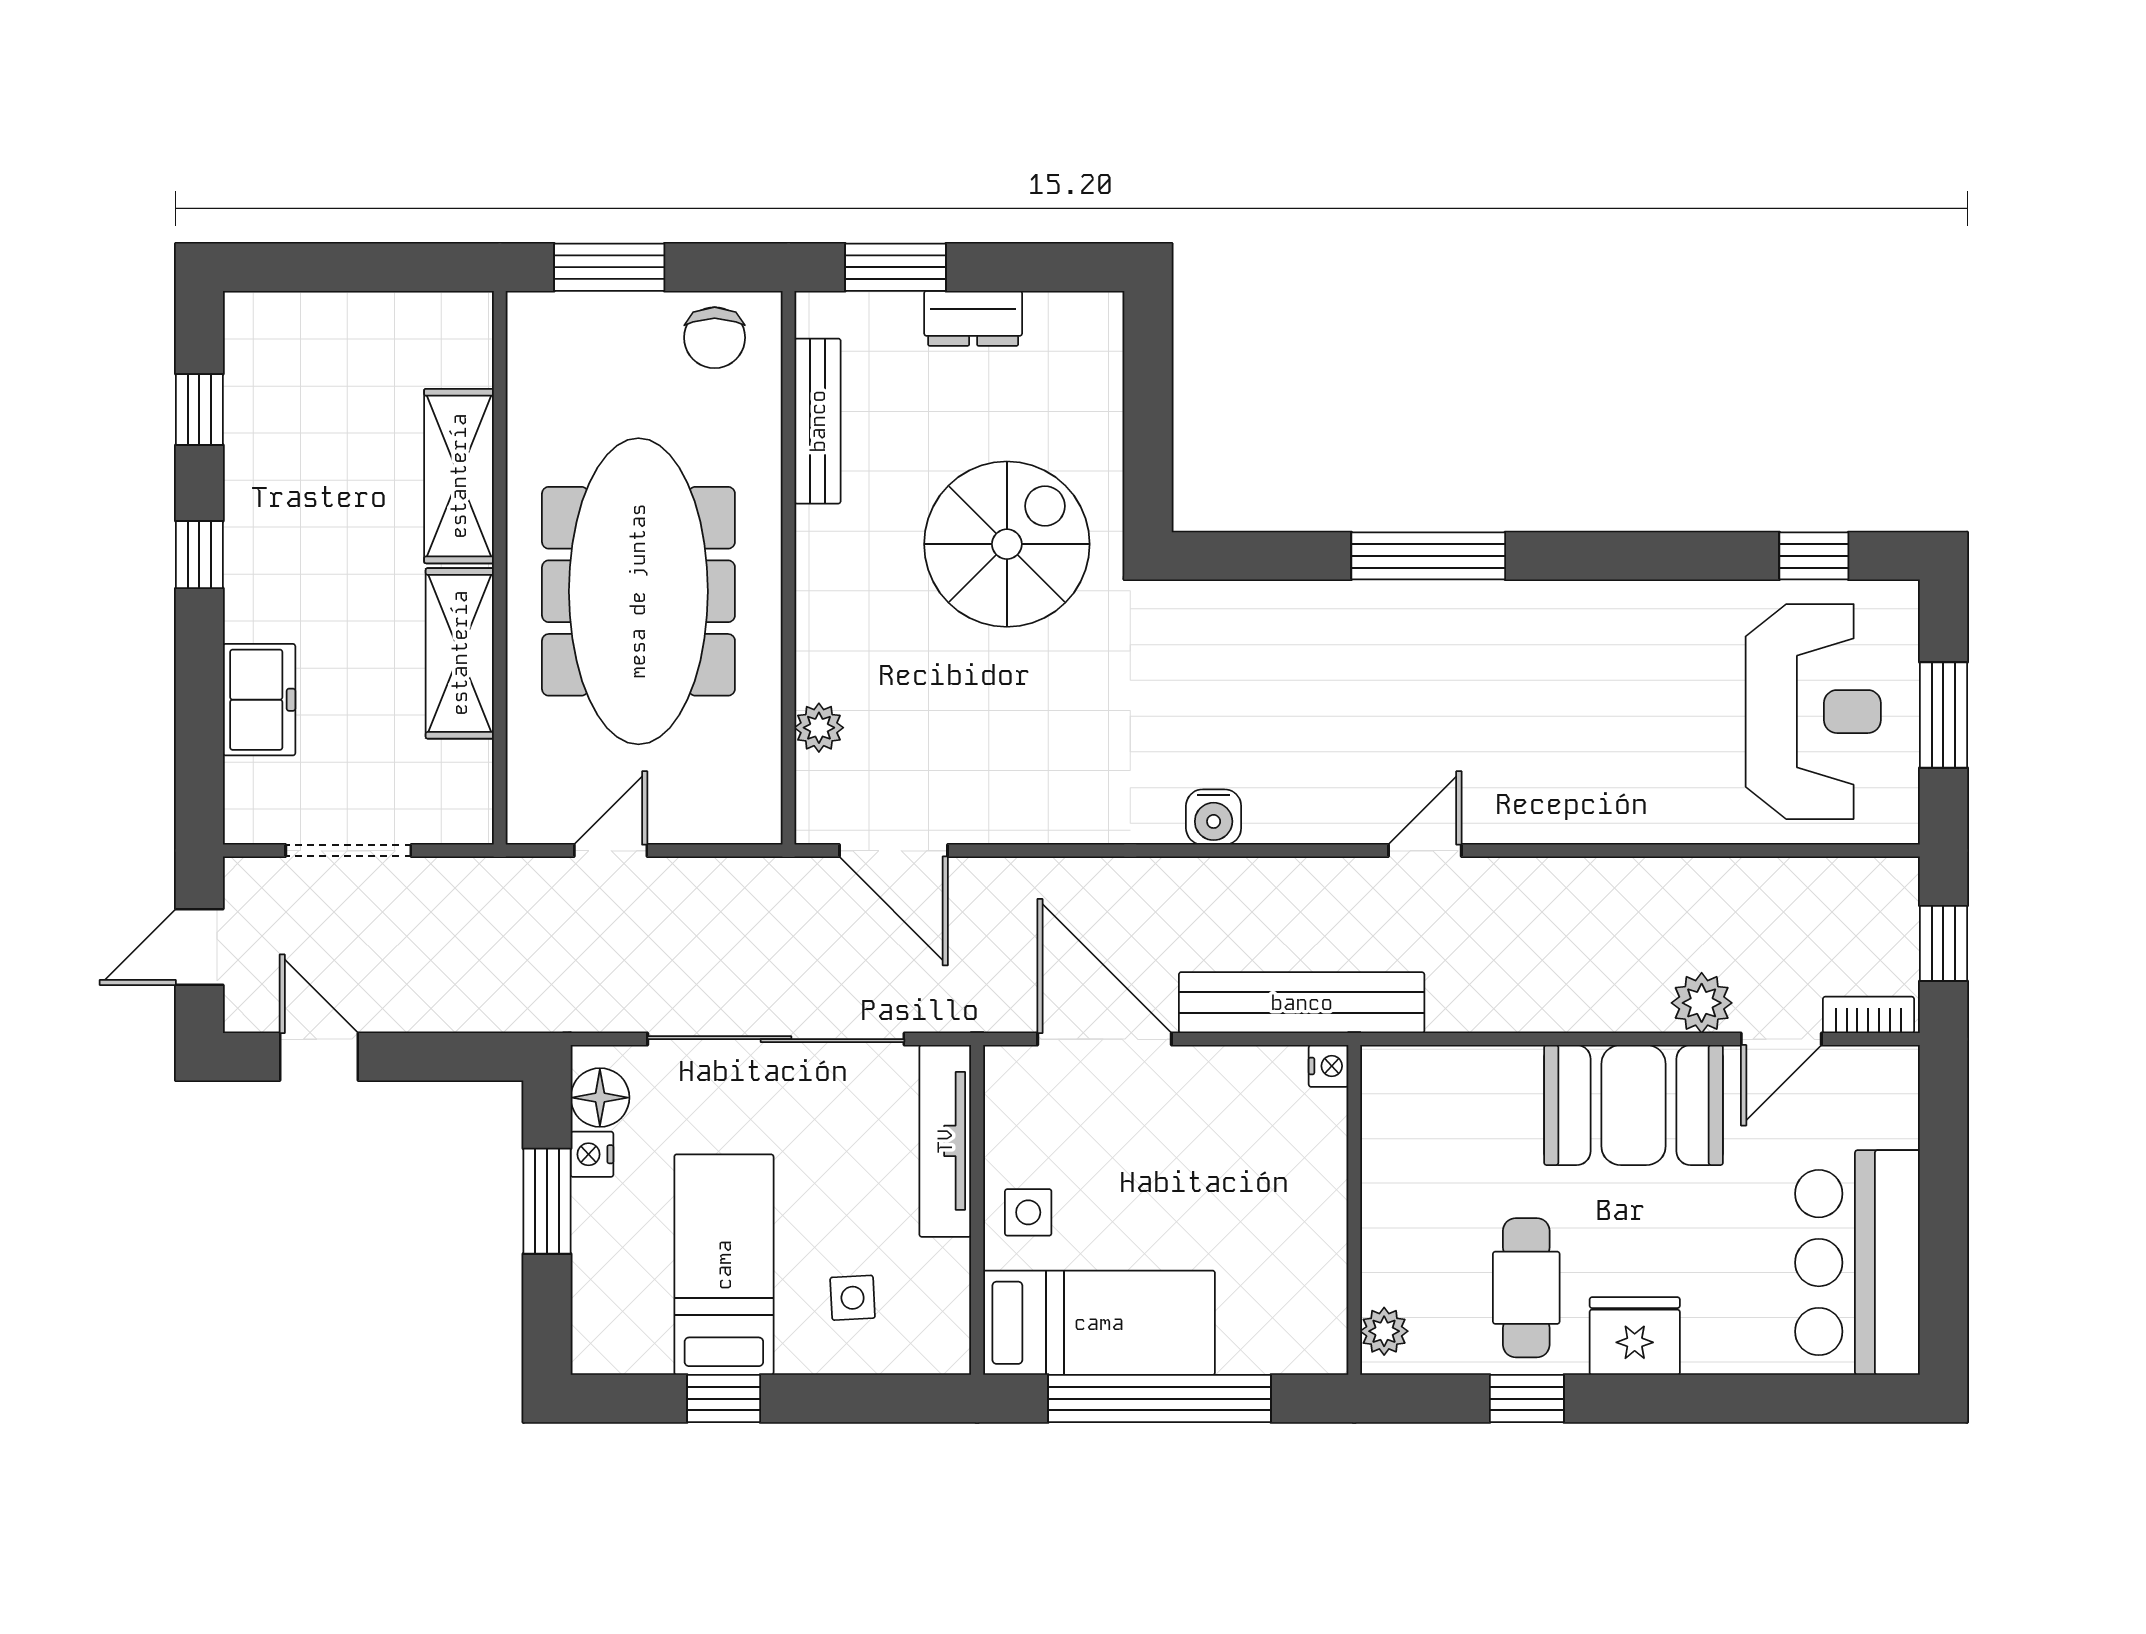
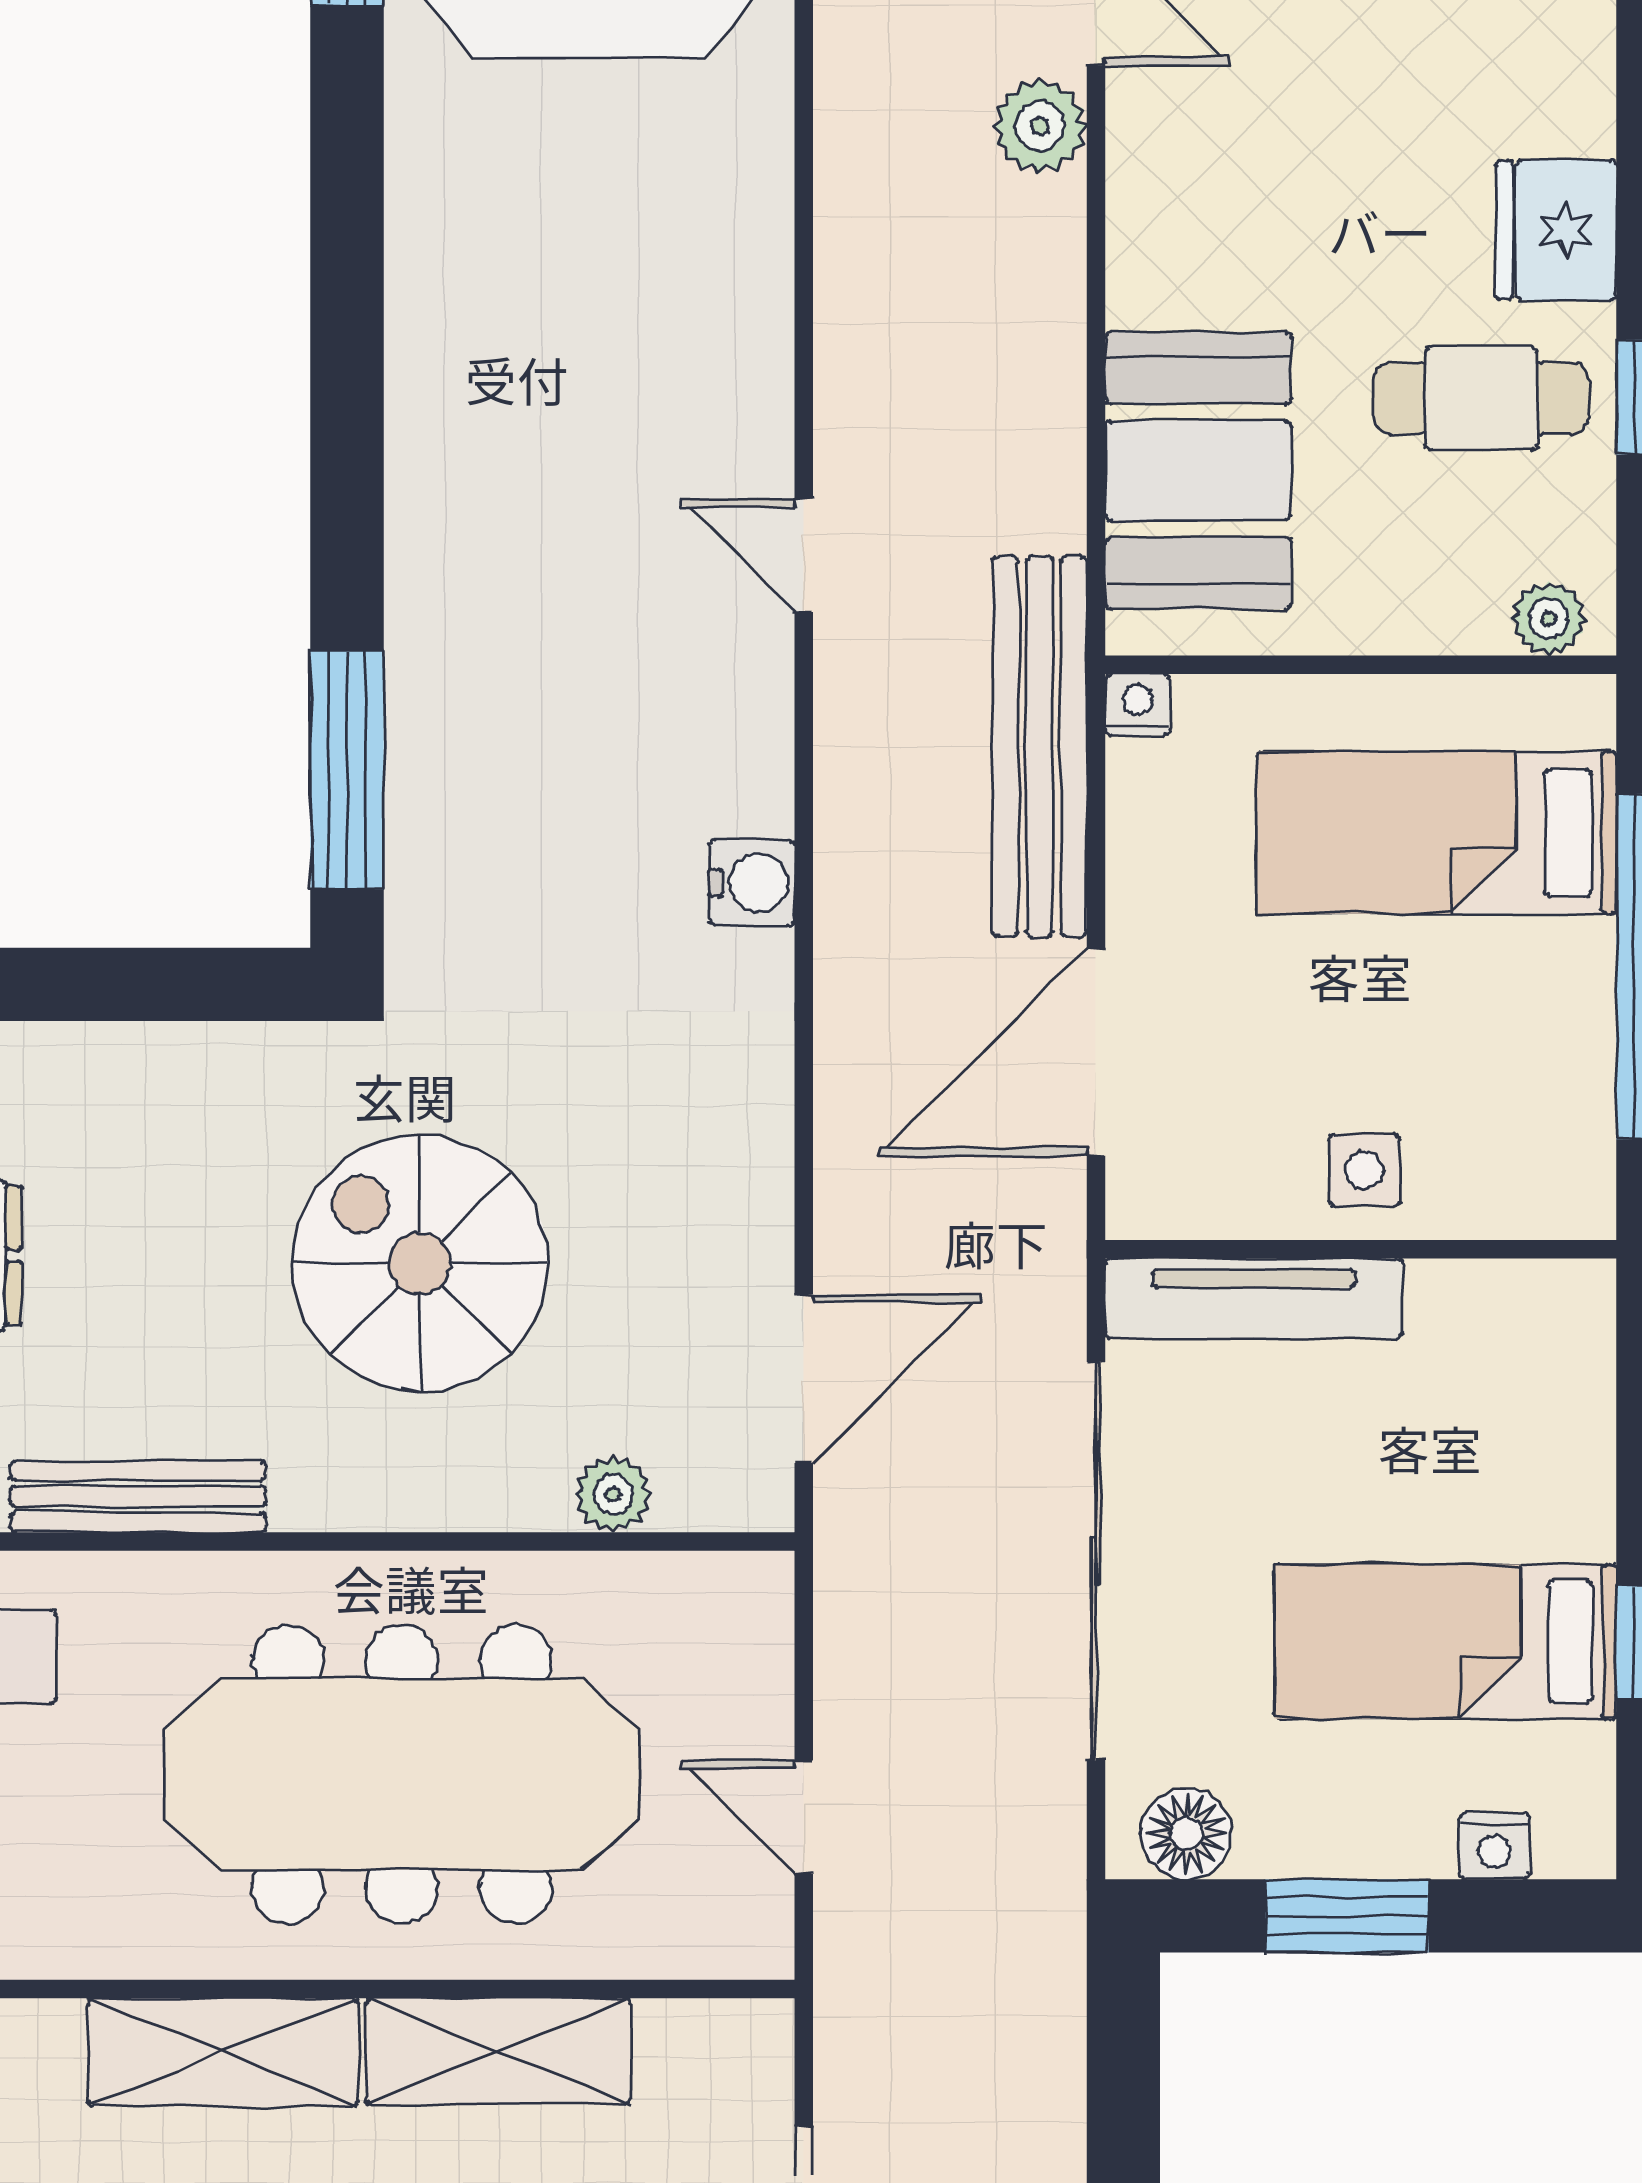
spiral stairs: (1007, 544) -> (420, 1263), moved
window: (1428, 556) -> (347, 770), moved
booth: (1634, 1105) -> (1198, 471), moved
nightstand: (592, 1154) -> (1494, 1846), moved
side table: (853, 1298) -> (1497, 1442), removed
bed: (1099, 1323) -> (1437, 833), moved, turned -90

